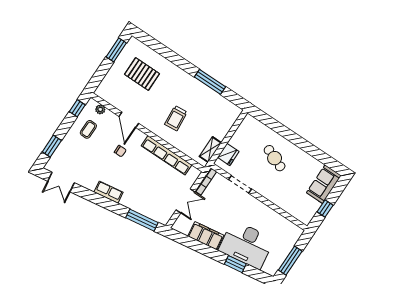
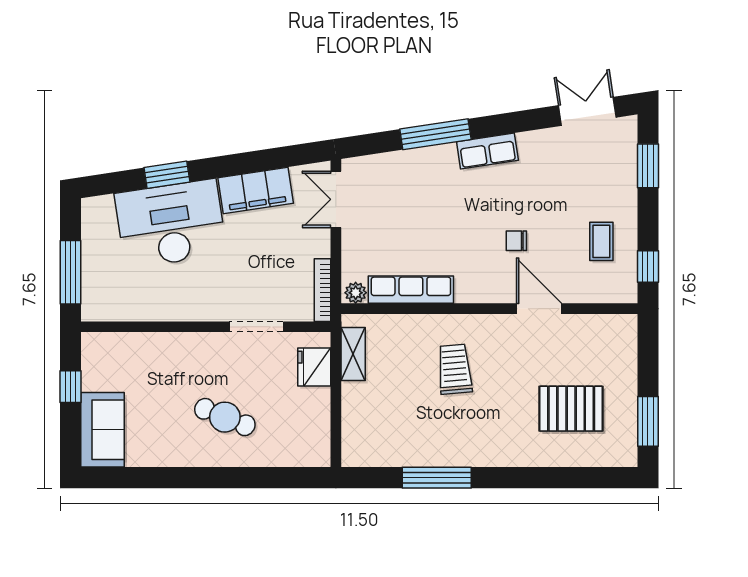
plant: (100, 109) -> (356, 293), moved
row of seats: (166, 155) -> (411, 290), width x0.73
double door: (185, 201) -> (336, 199), moved
window: (142, 220) -> (435, 134), moved
window: (290, 261) -> (71, 272), moved

